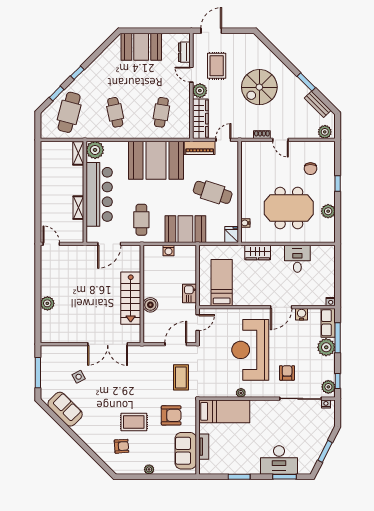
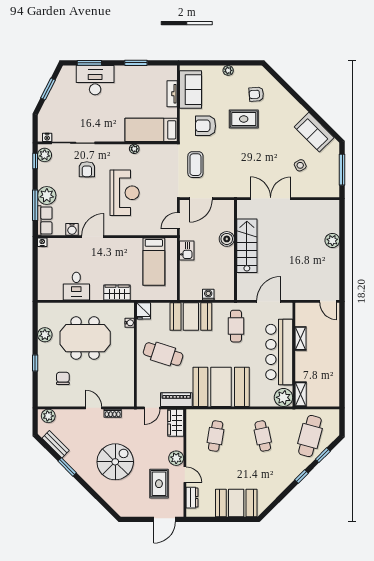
wardrobe: (200, 119) -> (176, 423), width x0.67
reception desk: (250, 350) -> (125, 193), width x0.74, depth x0.77

